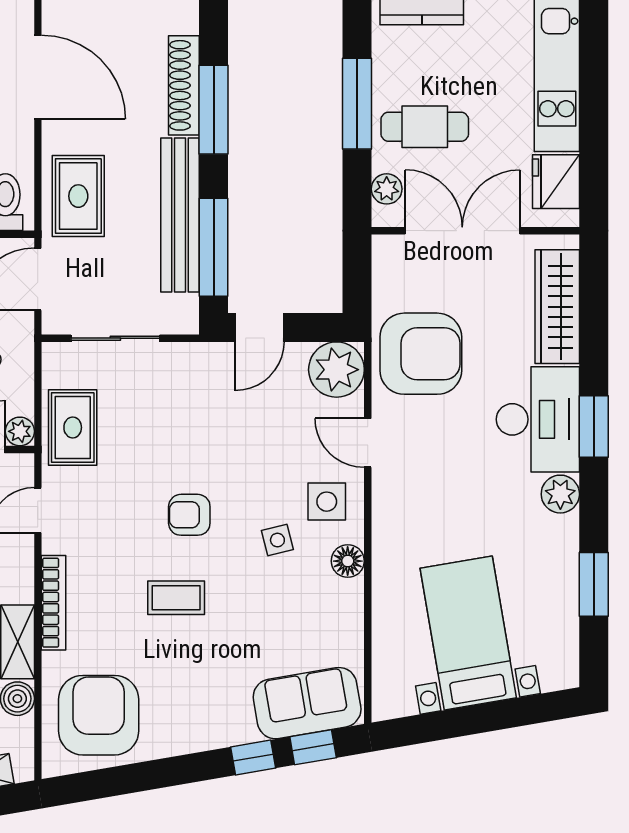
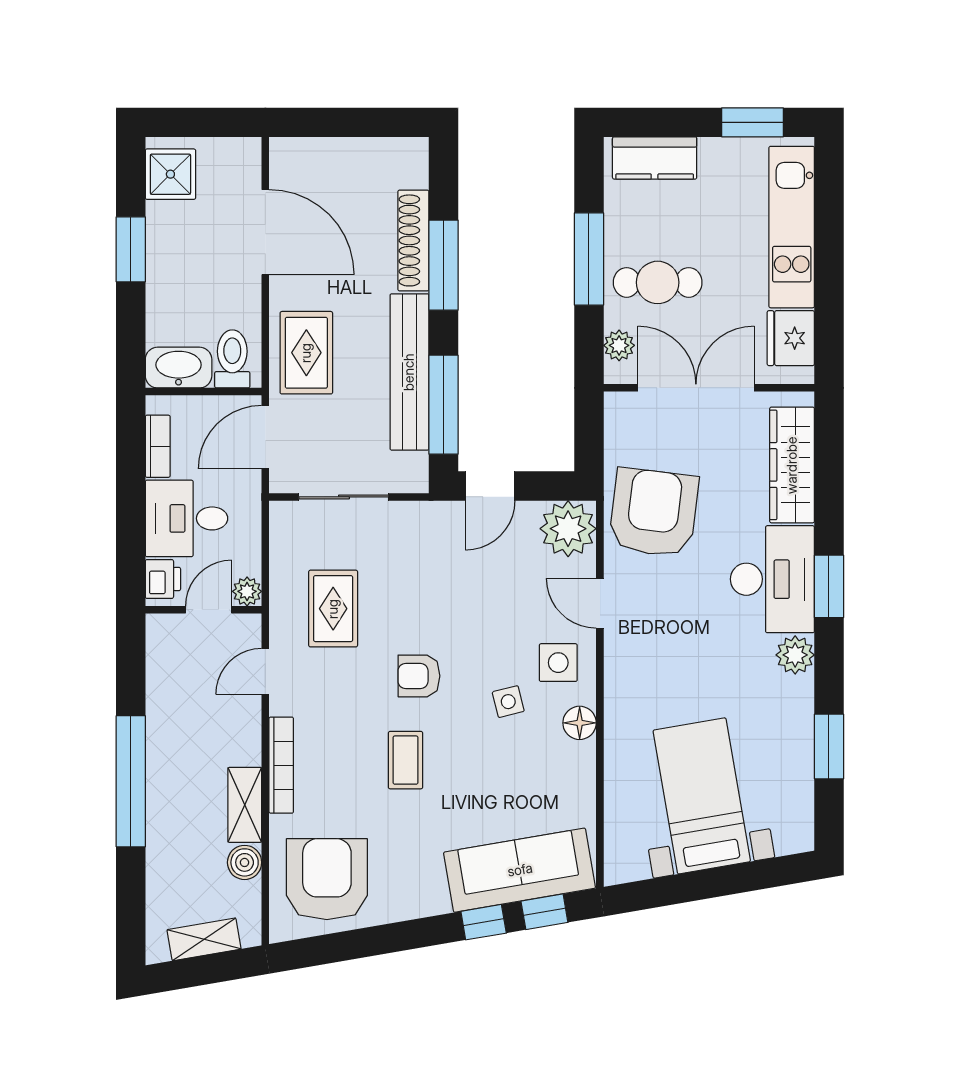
armchair: (421, 354) -> (654, 513), turned -83
rug: (73, 427) -> (333, 609), moved
coffee table: (176, 598) -> (406, 760), turned 90
sofa: (307, 703) -> (520, 870), width x1.36

